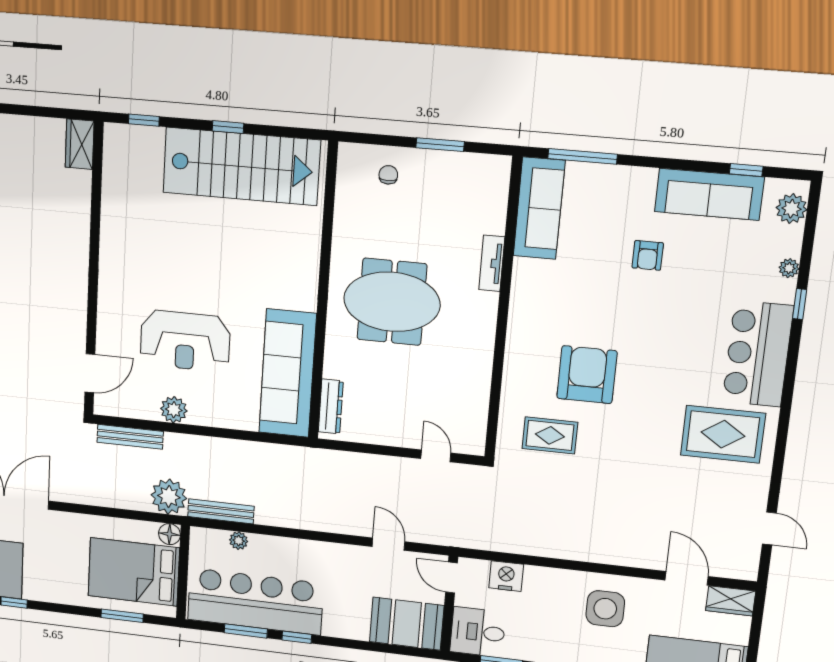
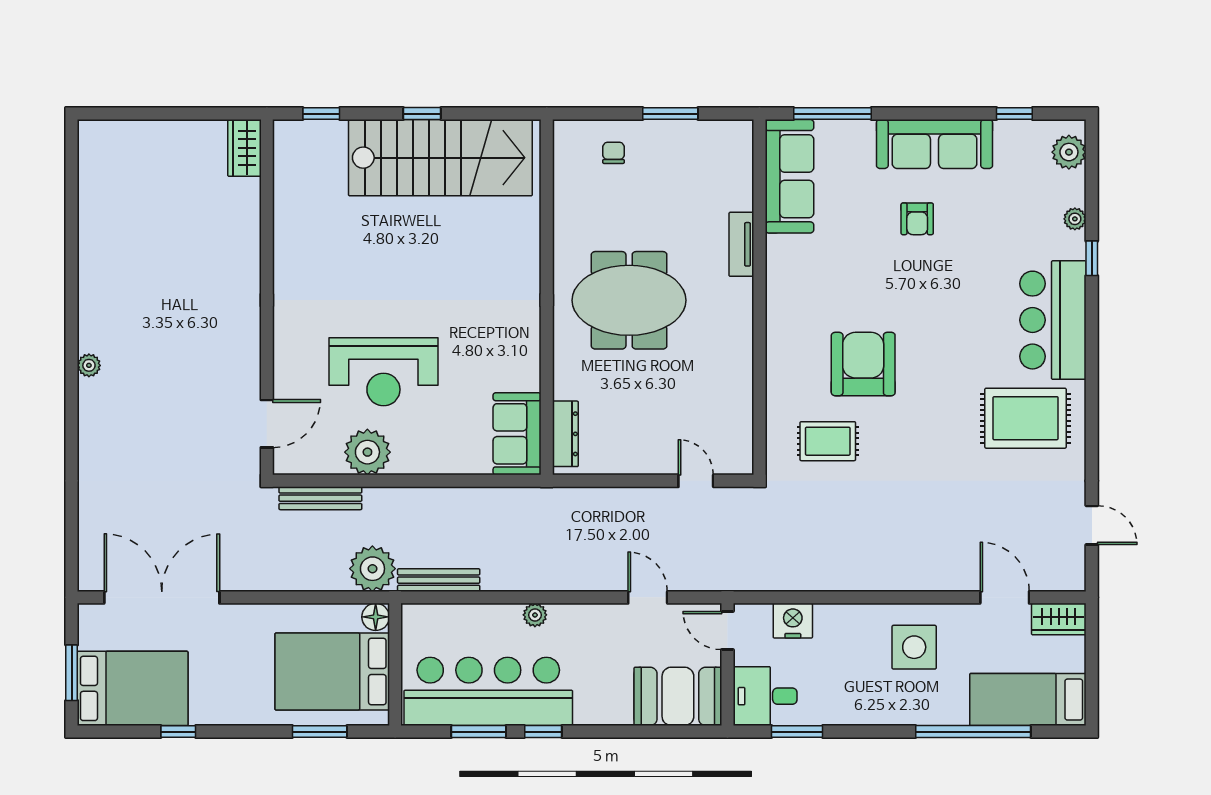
sofa: (709, 194) -> (934, 144), moved
sofa: (288, 373) -> (517, 434), width x0.54, depth x0.79
plant: (174, 410) -> (367, 452), width x1.36, depth x1.36
plant: (239, 541) -> (535, 615), moved

